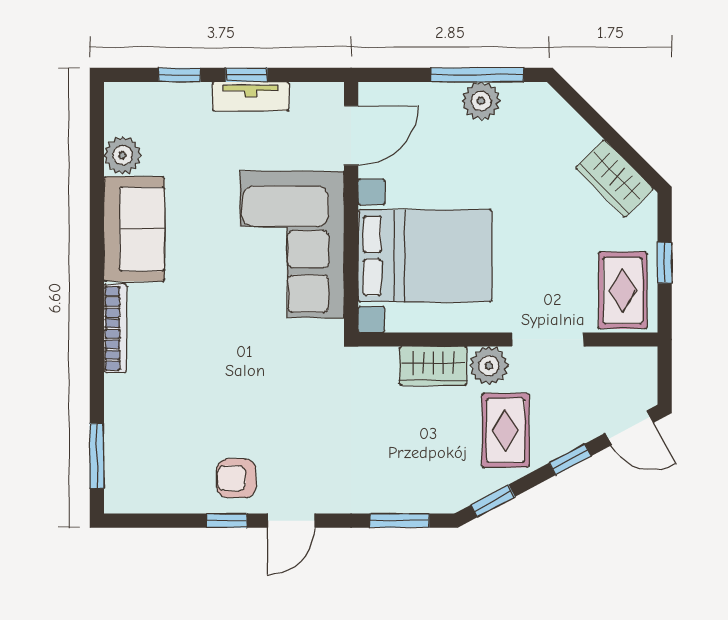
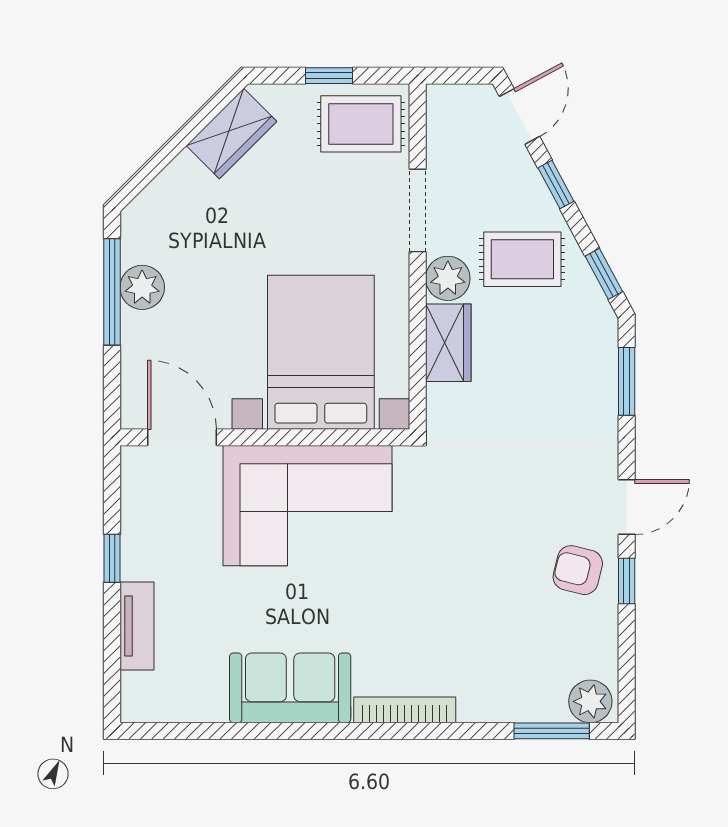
window: (179, 75) -> (112, 636), removed
tv unit: (251, 96) -> (137, 626), moved
plant: (122, 155) -> (590, 701), moved
armchair: (236, 478) -> (578, 570), turned 104
door: (291, 521) -> (627, 507), hinge flipped

